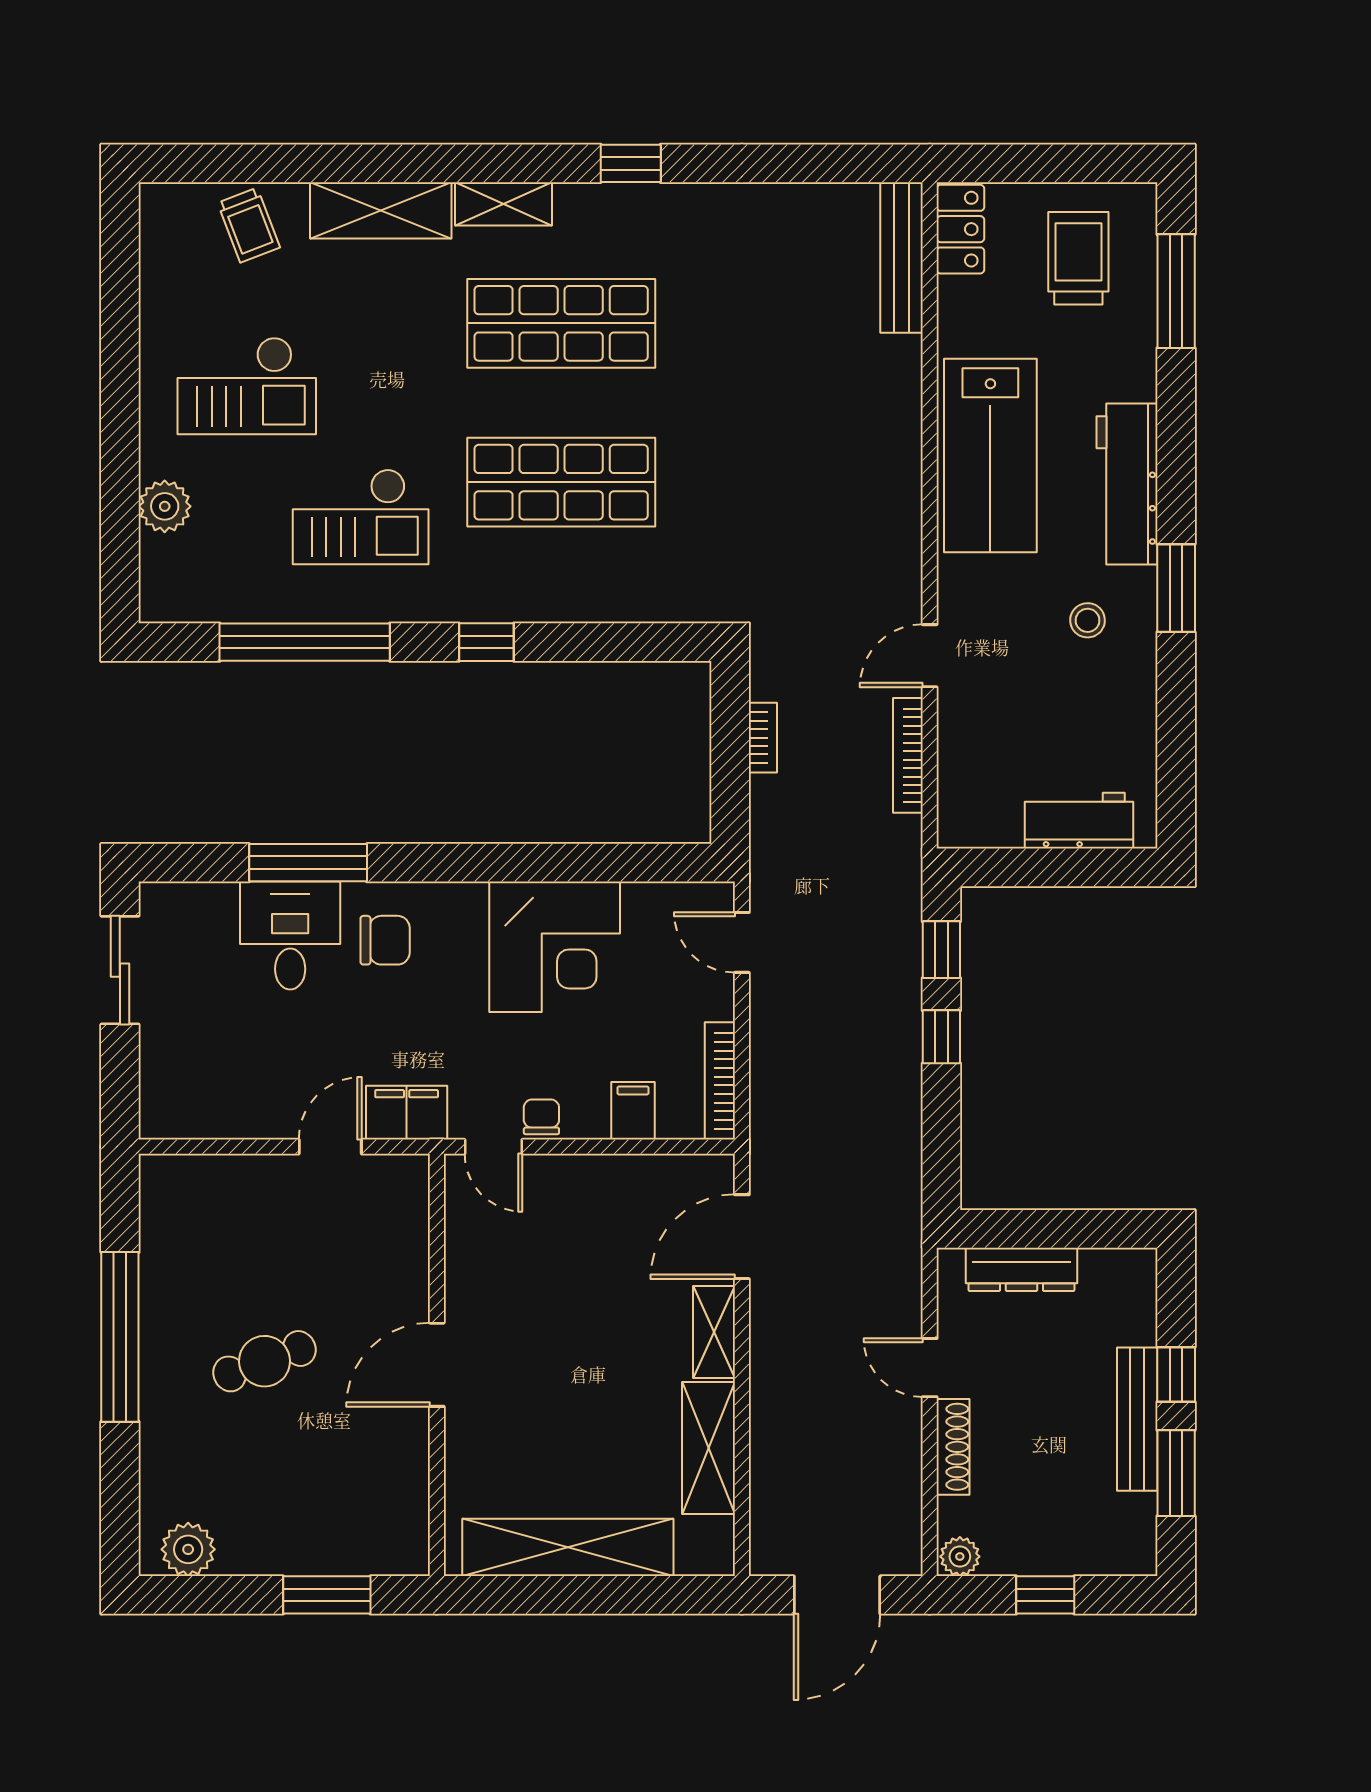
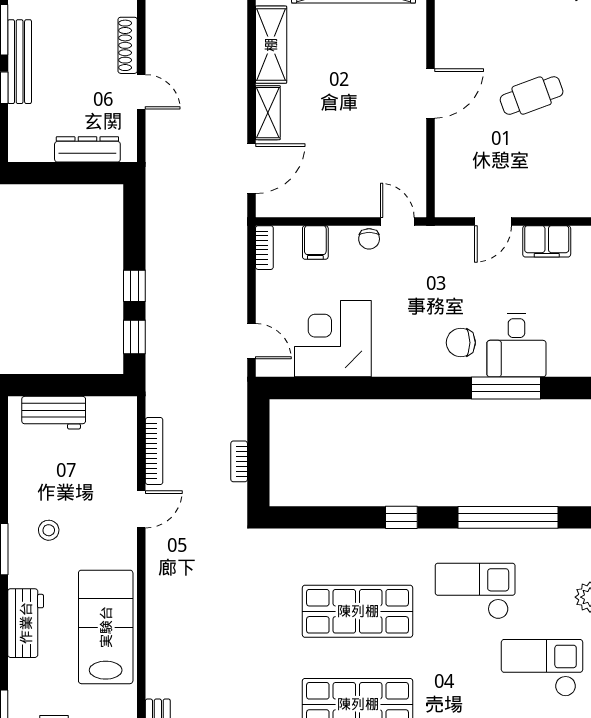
workbench: (1127, 484) -> (26, 623), width x0.73
corner desk: (555, 947) -> (333, 339), moved
bookcase: (720, 1081) -> (264, 248), width x0.64
filing cabinet: (407, 1113) -> (547, 241), moved

